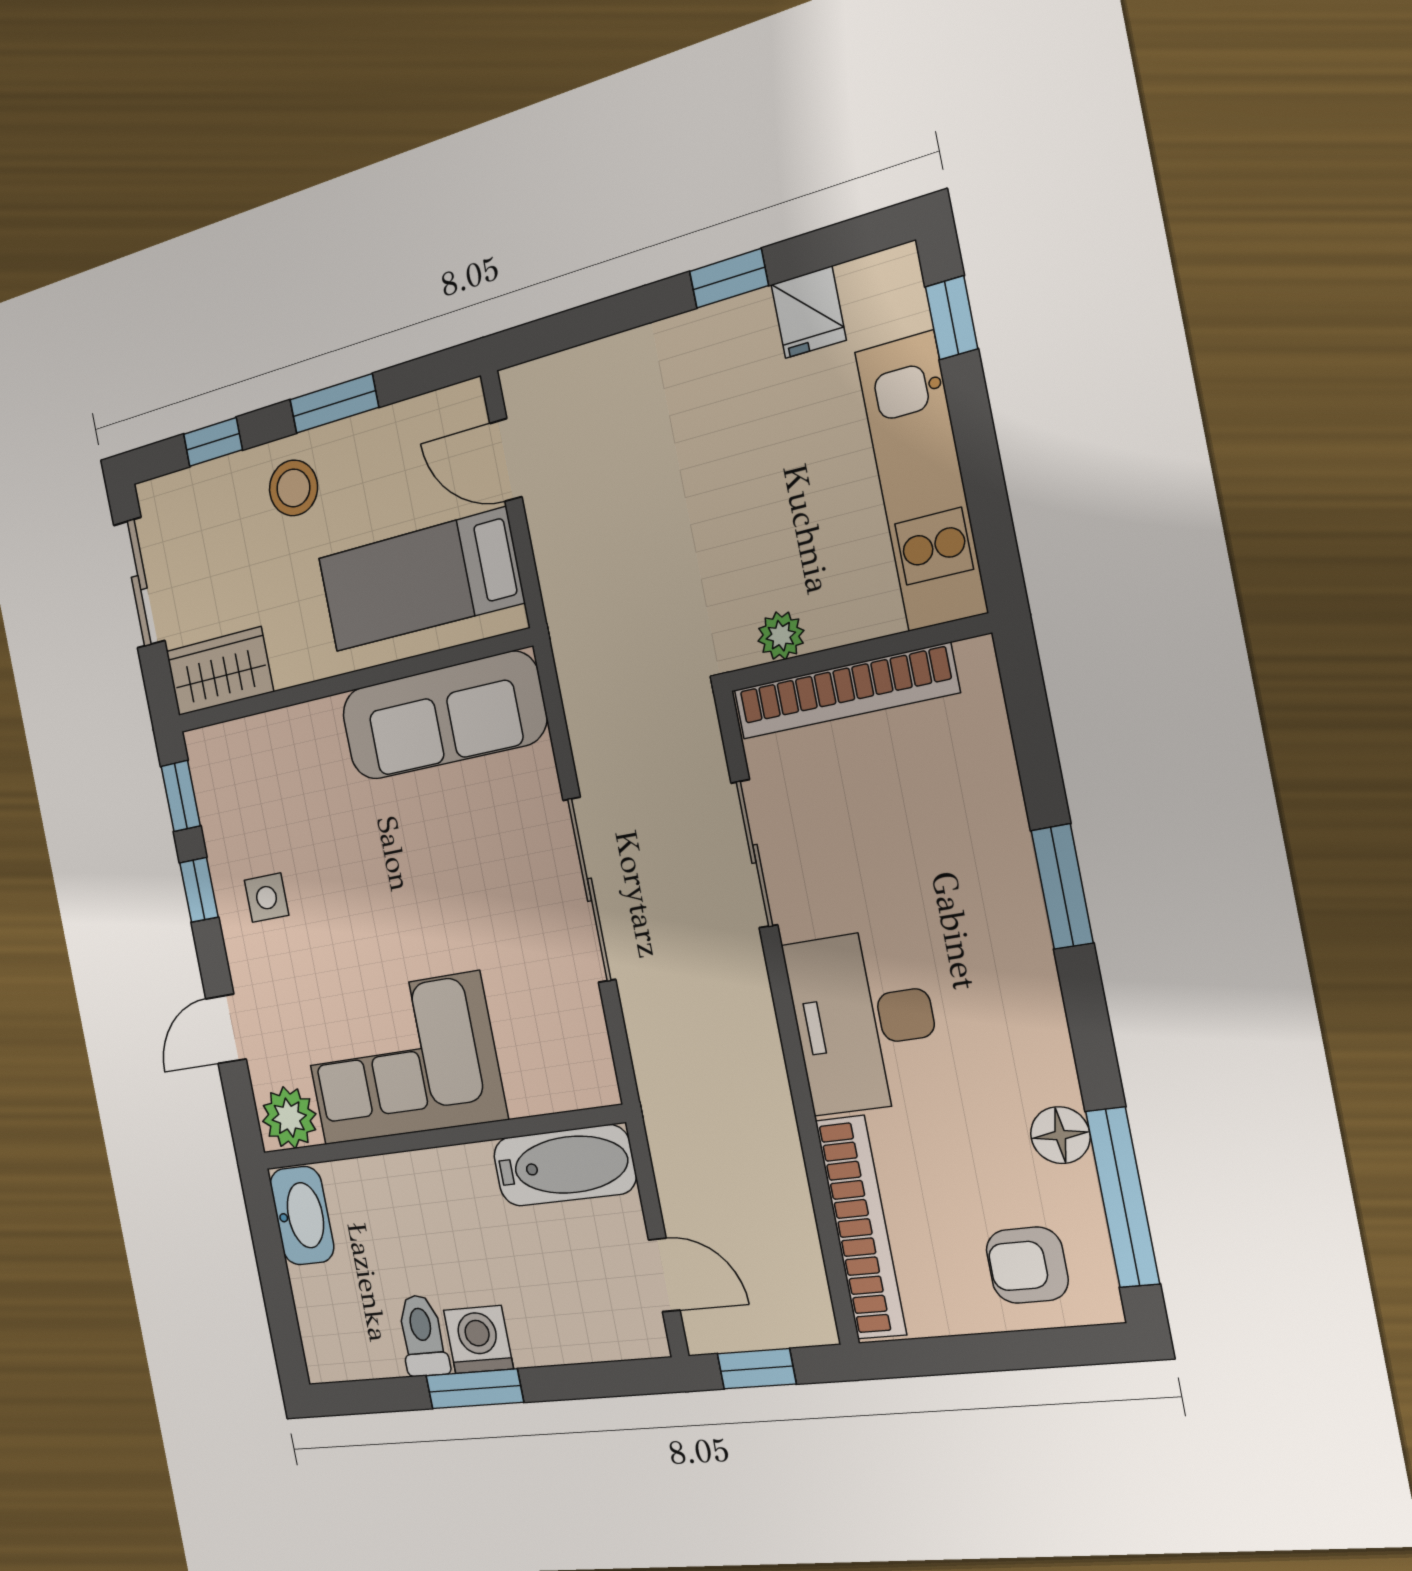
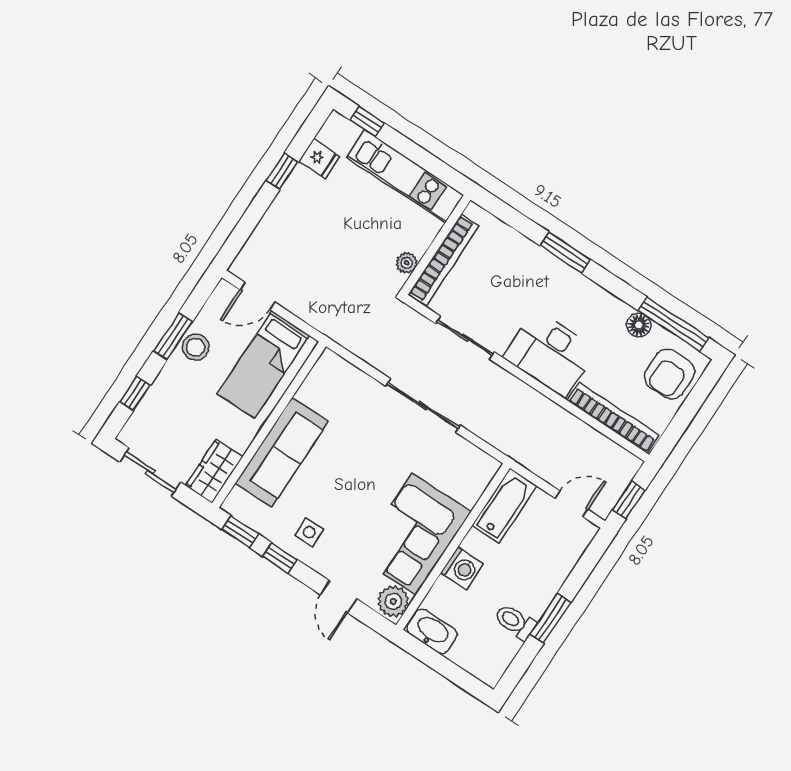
stool: (293, 488) -> (196, 347), moved
sofa: (443, 716) -> (282, 452), moved
armchair: (1027, 1265) -> (670, 374), width x1.38, depth x1.38
washing machine: (478, 1340) -> (462, 568), moved, turned 180

